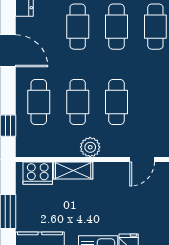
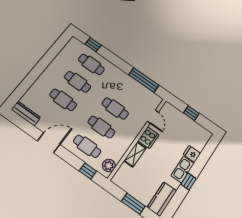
plant: (90, 147) -> (109, 166), moved
cooker: (38, 173) -> (148, 138), moved

